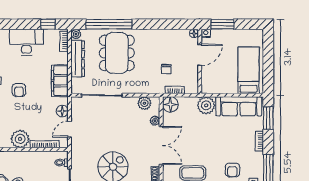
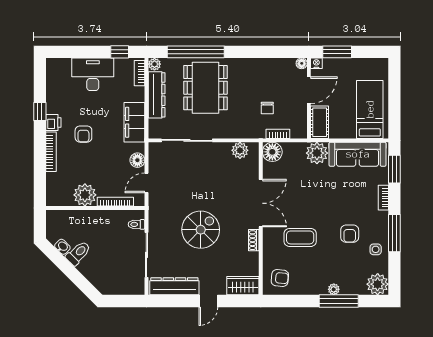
cot: (208, 81) -> (320, 122), added
plant: (155, 121) -> (253, 172), removed

